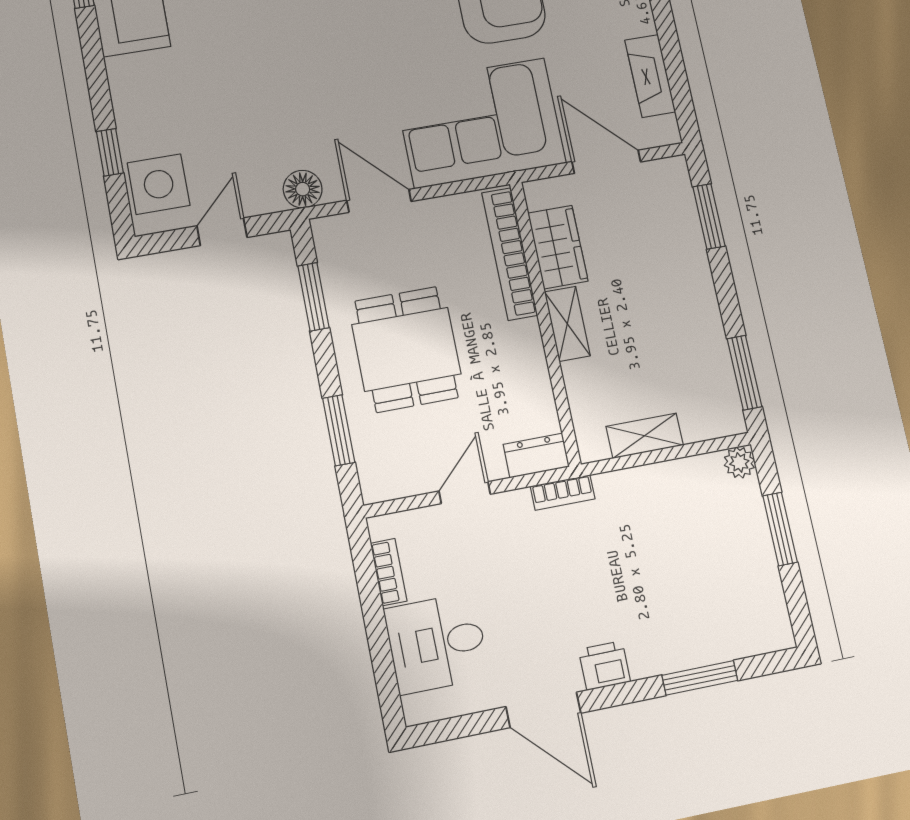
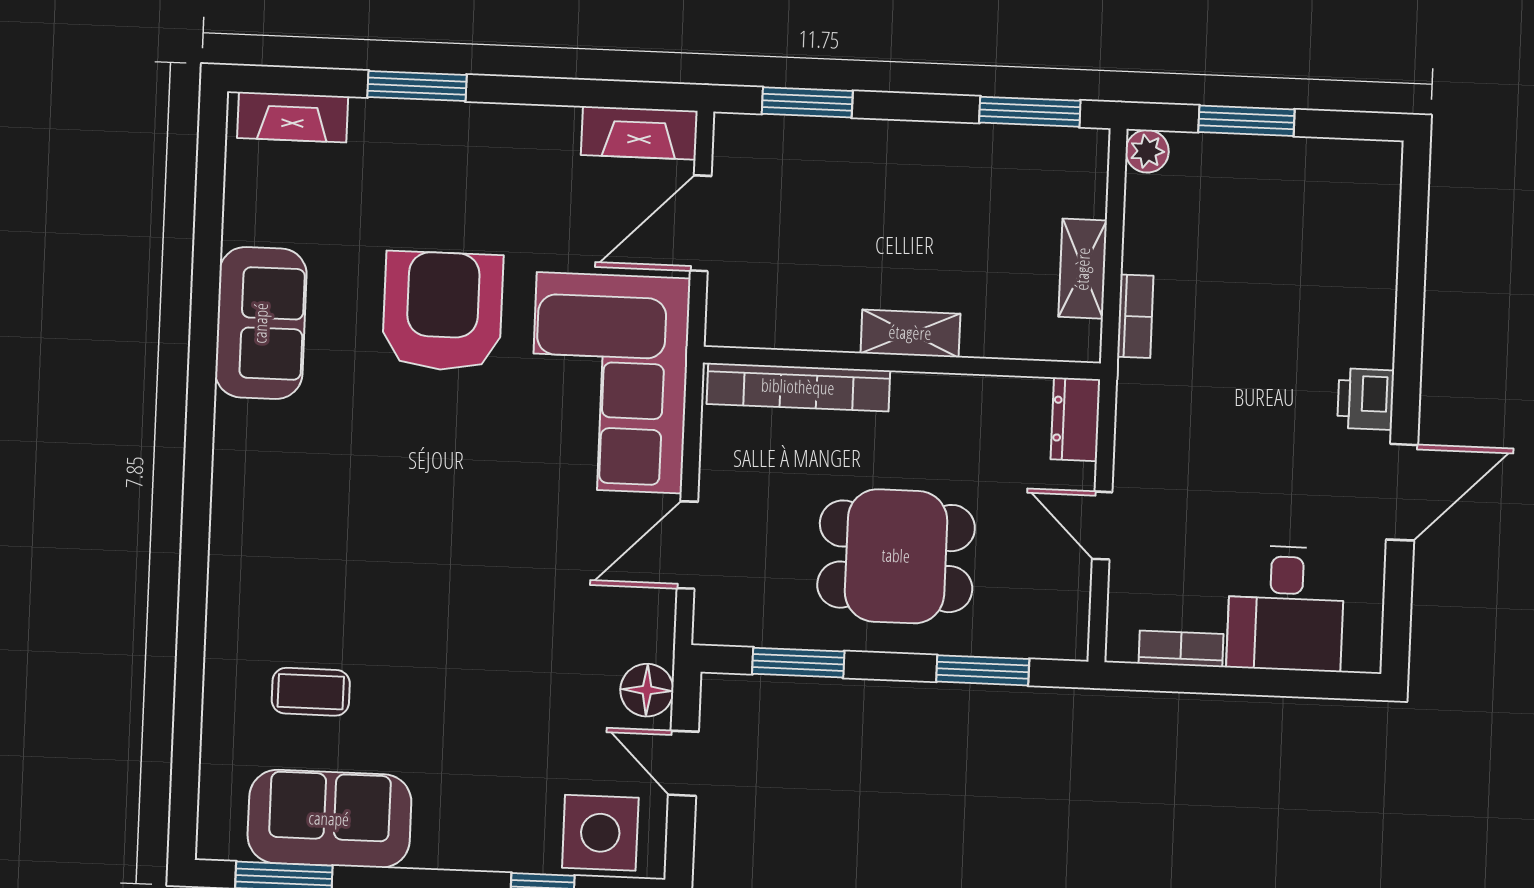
fireplace: (650, 76) -> (639, 133), moved
floor lamp: (303, 189) -> (647, 690), moved
wardrobe: (558, 247) -> (804, 320), removed
bookcase: (563, 493) -> (1135, 316), moved
window: (700, 678) -> (1411, 279), removed

